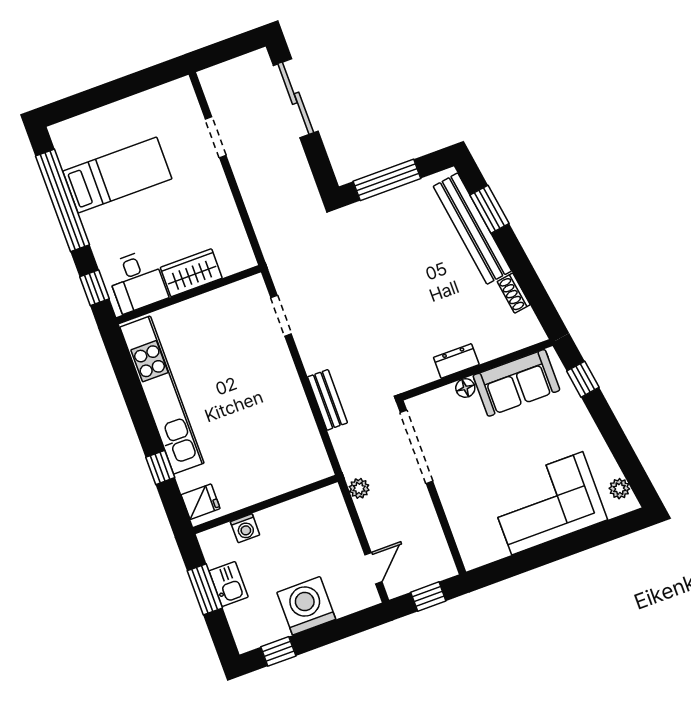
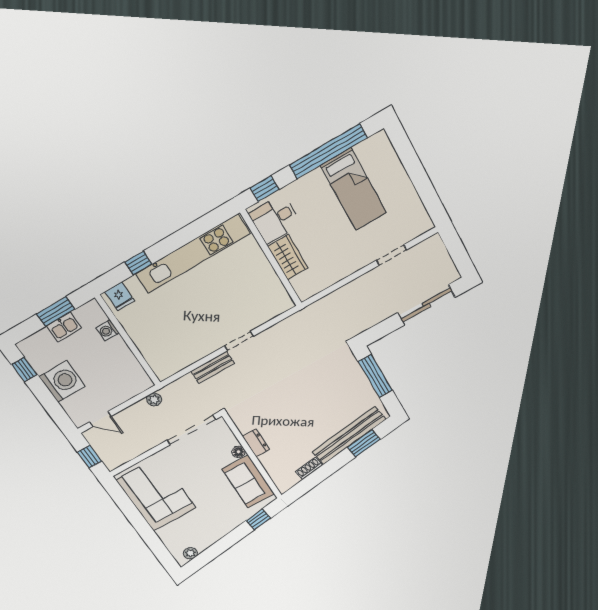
doorway: (281, 316) -> (239, 341), moved
corner sofa: (547, 503) -> (156, 494), moved

